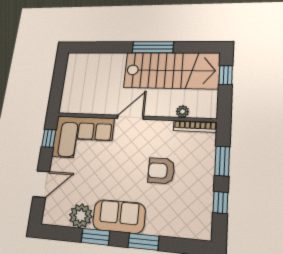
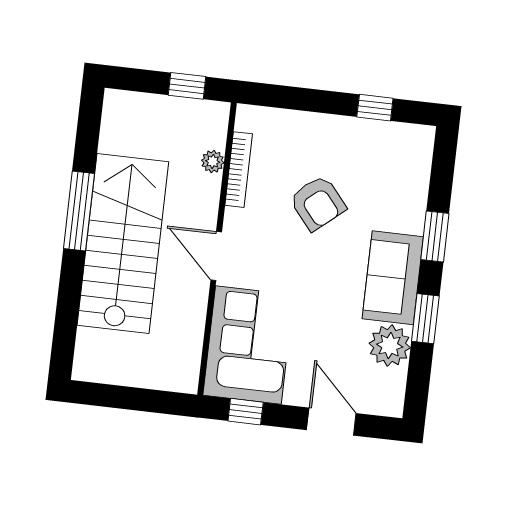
stairs: (171, 70) -> (123, 243), moved
window: (226, 75) -> (187, 86), moved
bookcase: (195, 126) -> (239, 170), moved
window: (222, 161) -> (306, 100), removed
armchair: (161, 171) -> (318, 203), turned -40

